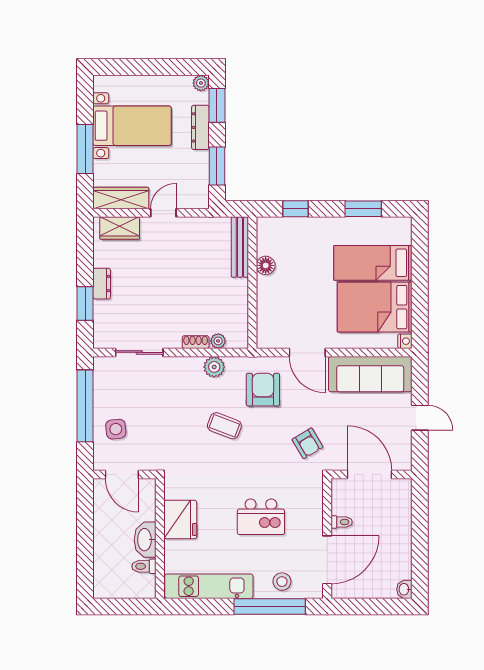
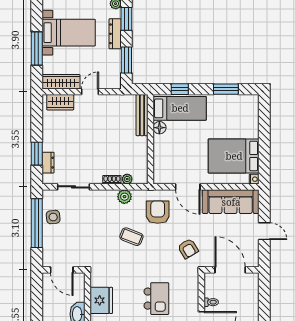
bed: (373, 263) -> (180, 108), moved, turned 180
dresser: (102, 284) -> (48, 163), moved
side table: (116, 429) -> (53, 217), moved
kitchen island: (261, 517) -> (156, 299), turned -90

